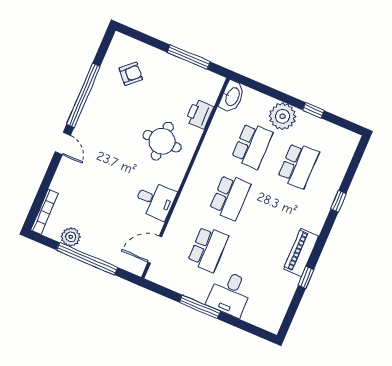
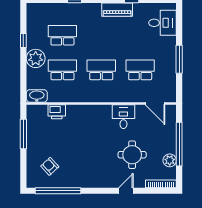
window: (83, 95) -> (58, 191), moved
round table: (162, 141) -> (132, 155), moved
door: (63, 144) -> (126, 191), moved
desk: (230, 294) -> (163, 23), moved

